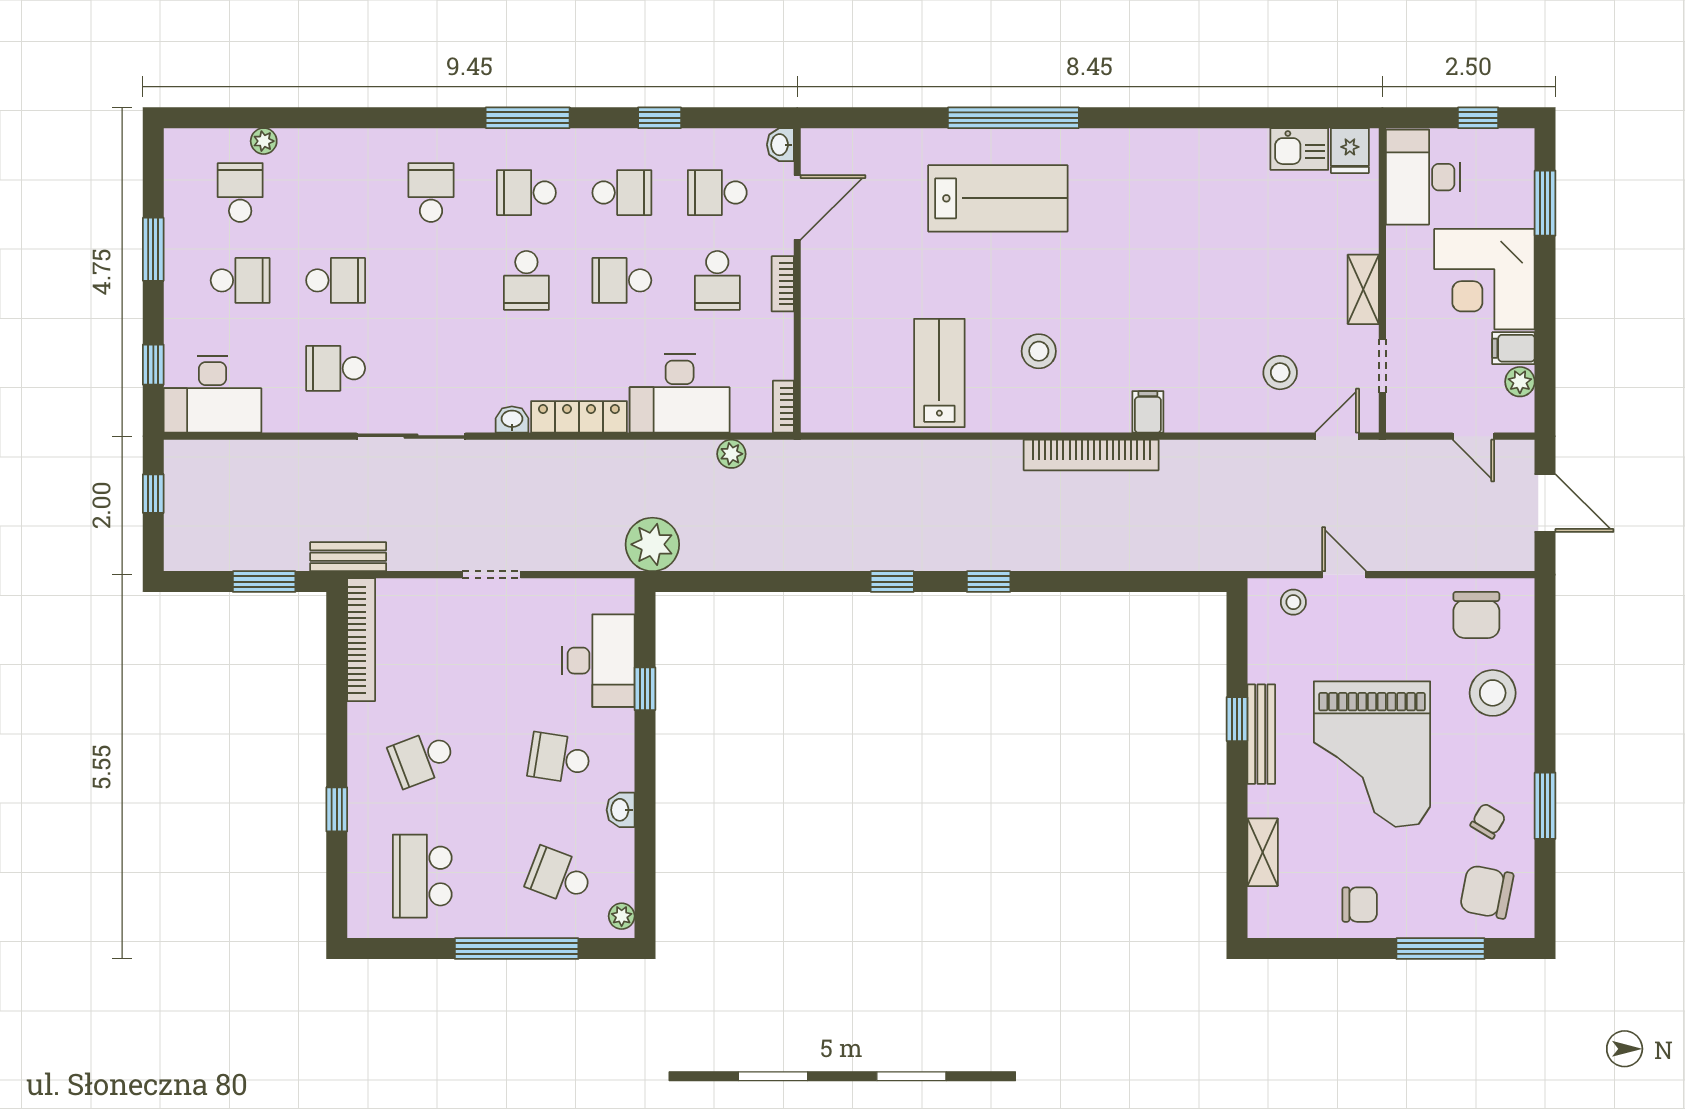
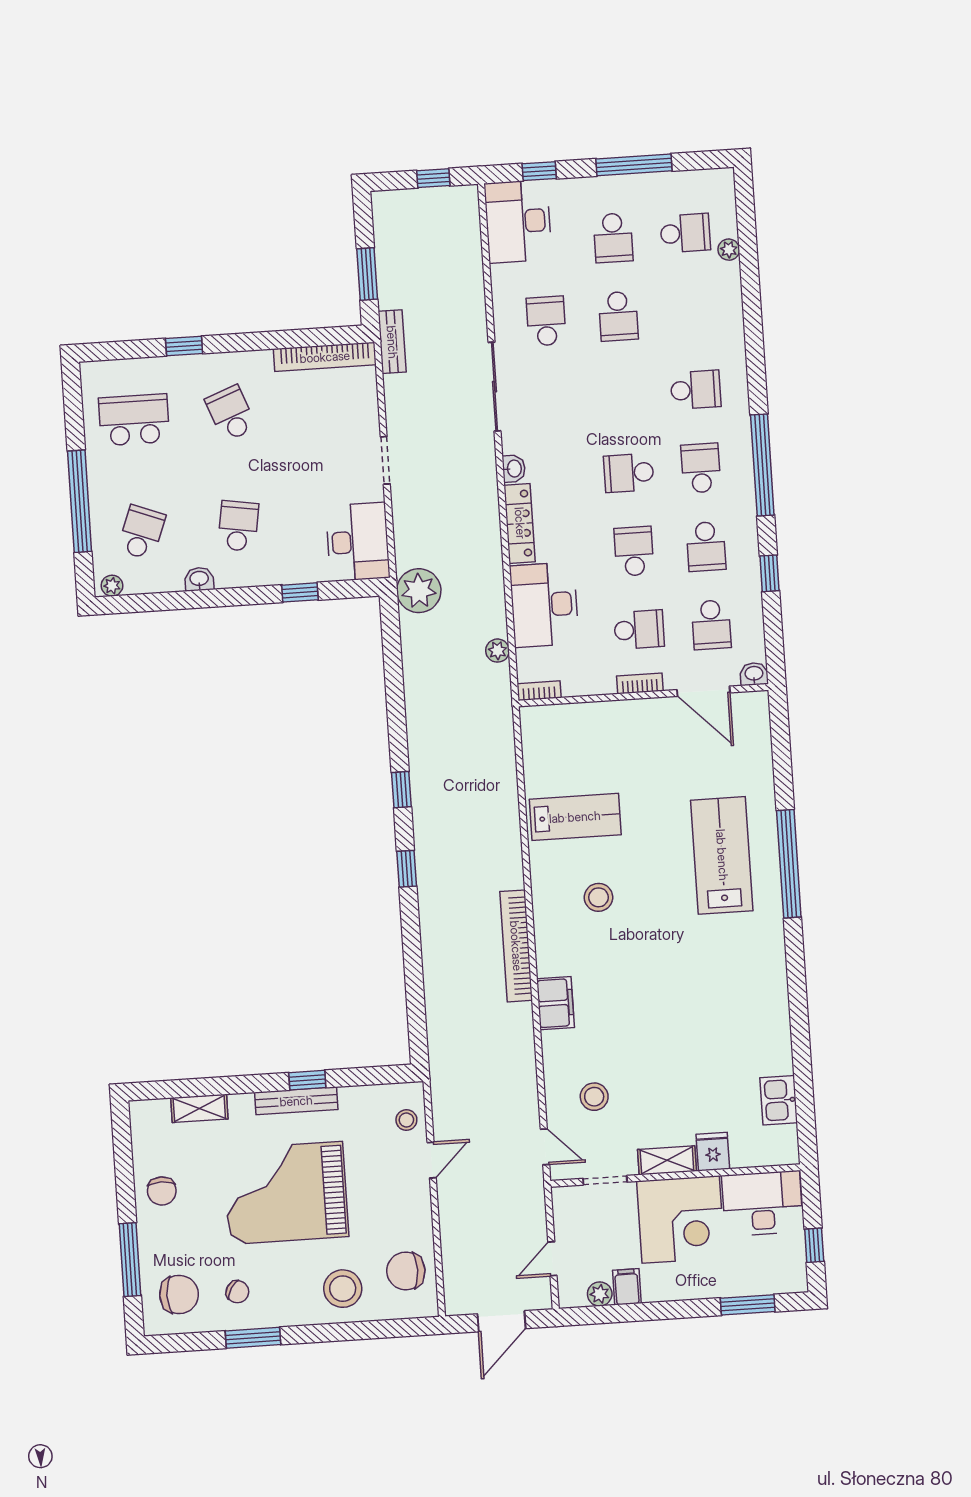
window: (528, 118) -> (762, 465), width x1.46
fridge: (1350, 151) -> (713, 1152), moved, turned 90
school desk: (717, 193) -> (711, 625), turned 180
lab bench: (998, 198) -> (722, 855), turned 180
window: (153, 249) -> (634, 165), width x1.44
corner desk: (1484, 279) -> (681, 1219), moved, turned 180
school desk: (717, 280) -> (639, 630), turned 180
filing cabinet: (1148, 412) -> (555, 1003), width x2.00
desk: (598, 661) -> (358, 542), moved, turned -90
chair: (1487, 892) -> (179, 1294), turned 79

